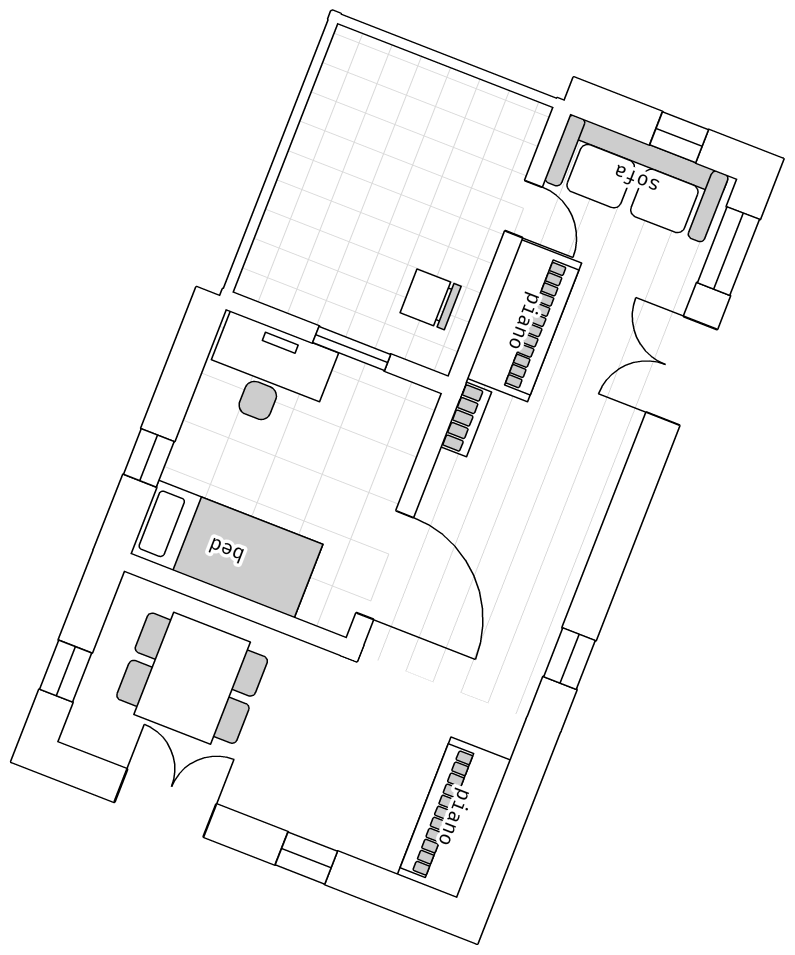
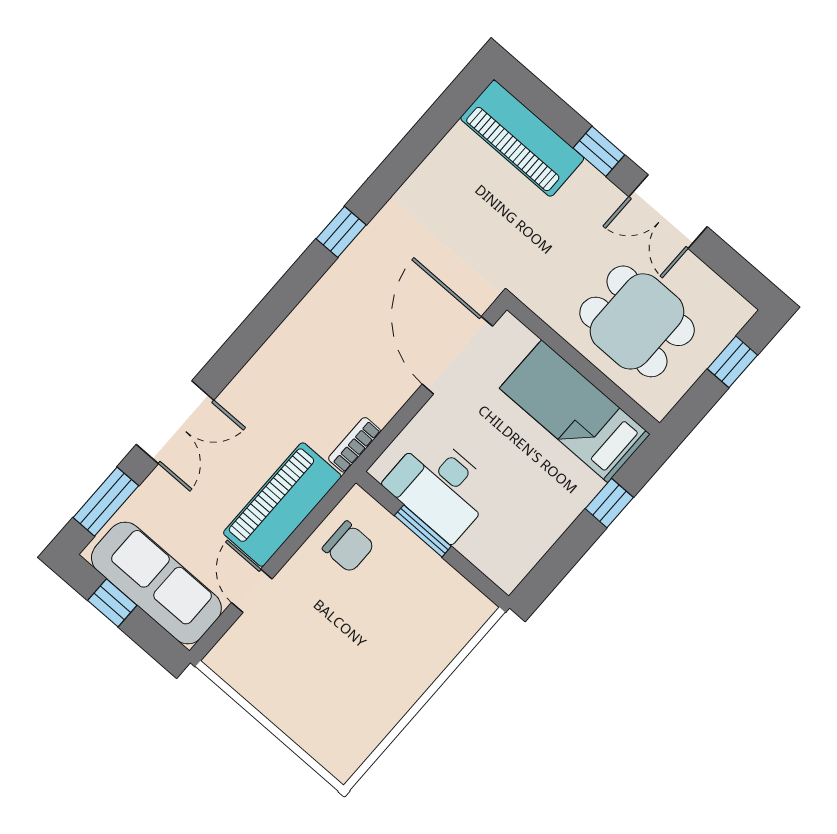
desk: (268, 374) -> (440, 487), moved
double door: (165, 803) -> (668, 212), moved
piano: (454, 817) -> (522, 138), moved, turned 90

